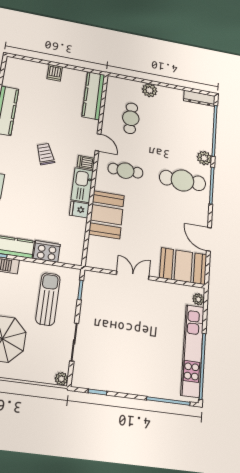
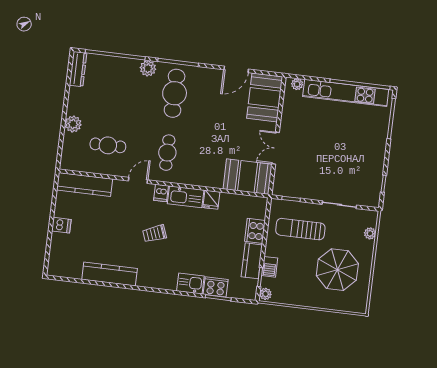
booth: (107, 215) -> (248, 177), moved
plant: (61, 379) -> (370, 233), moved

